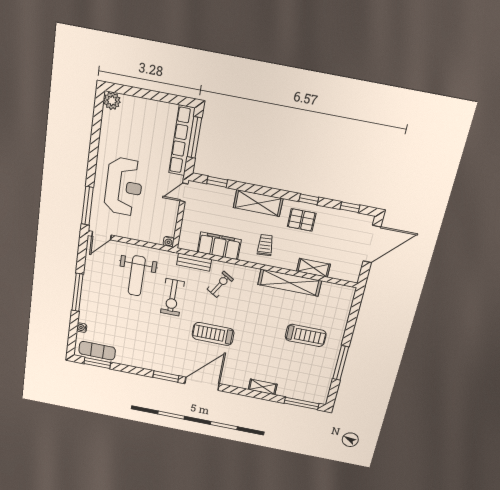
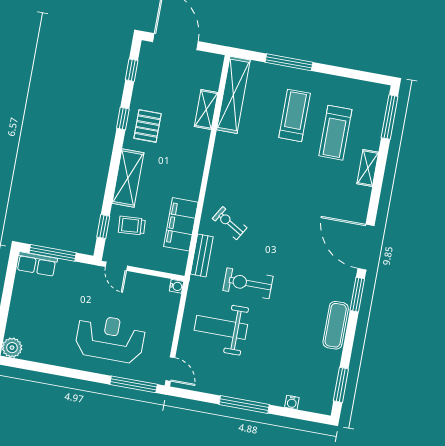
row of seats: (182, 141) -> (37, 264), width x0.50
trolley: (265, 245) -> (132, 226), moved
weight bench: (137, 276) -> (221, 327), turned 180
shelving: (290, 283) -> (233, 95), moved
exercise bike: (172, 297) -> (248, 283), turned 180
treadmill: (213, 334) -> (335, 133), moved
exercise mat: (97, 351) -> (336, 325), moved
window: (341, 363) -> (289, 62), moved

